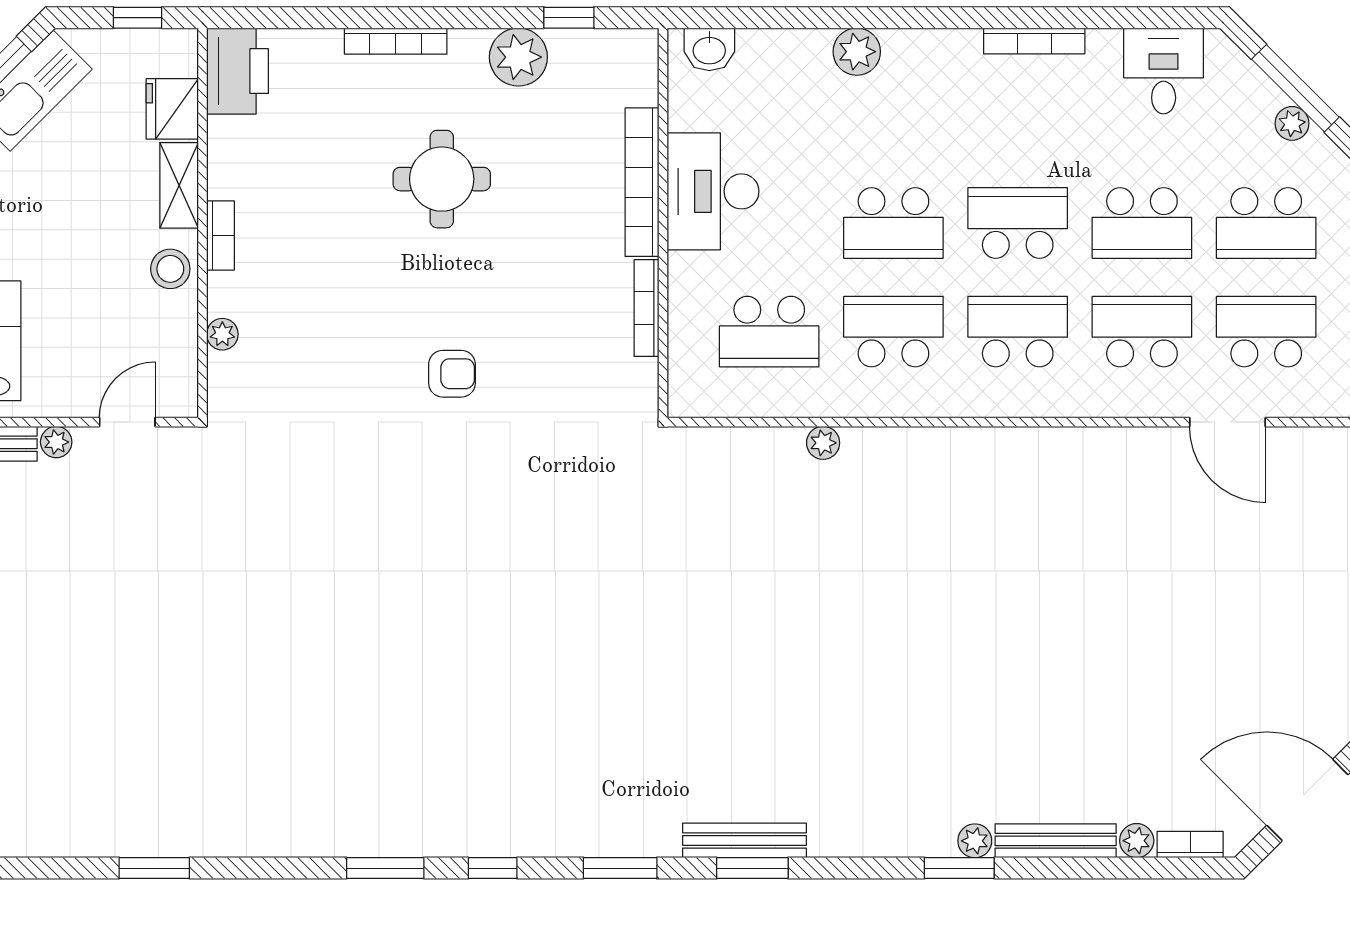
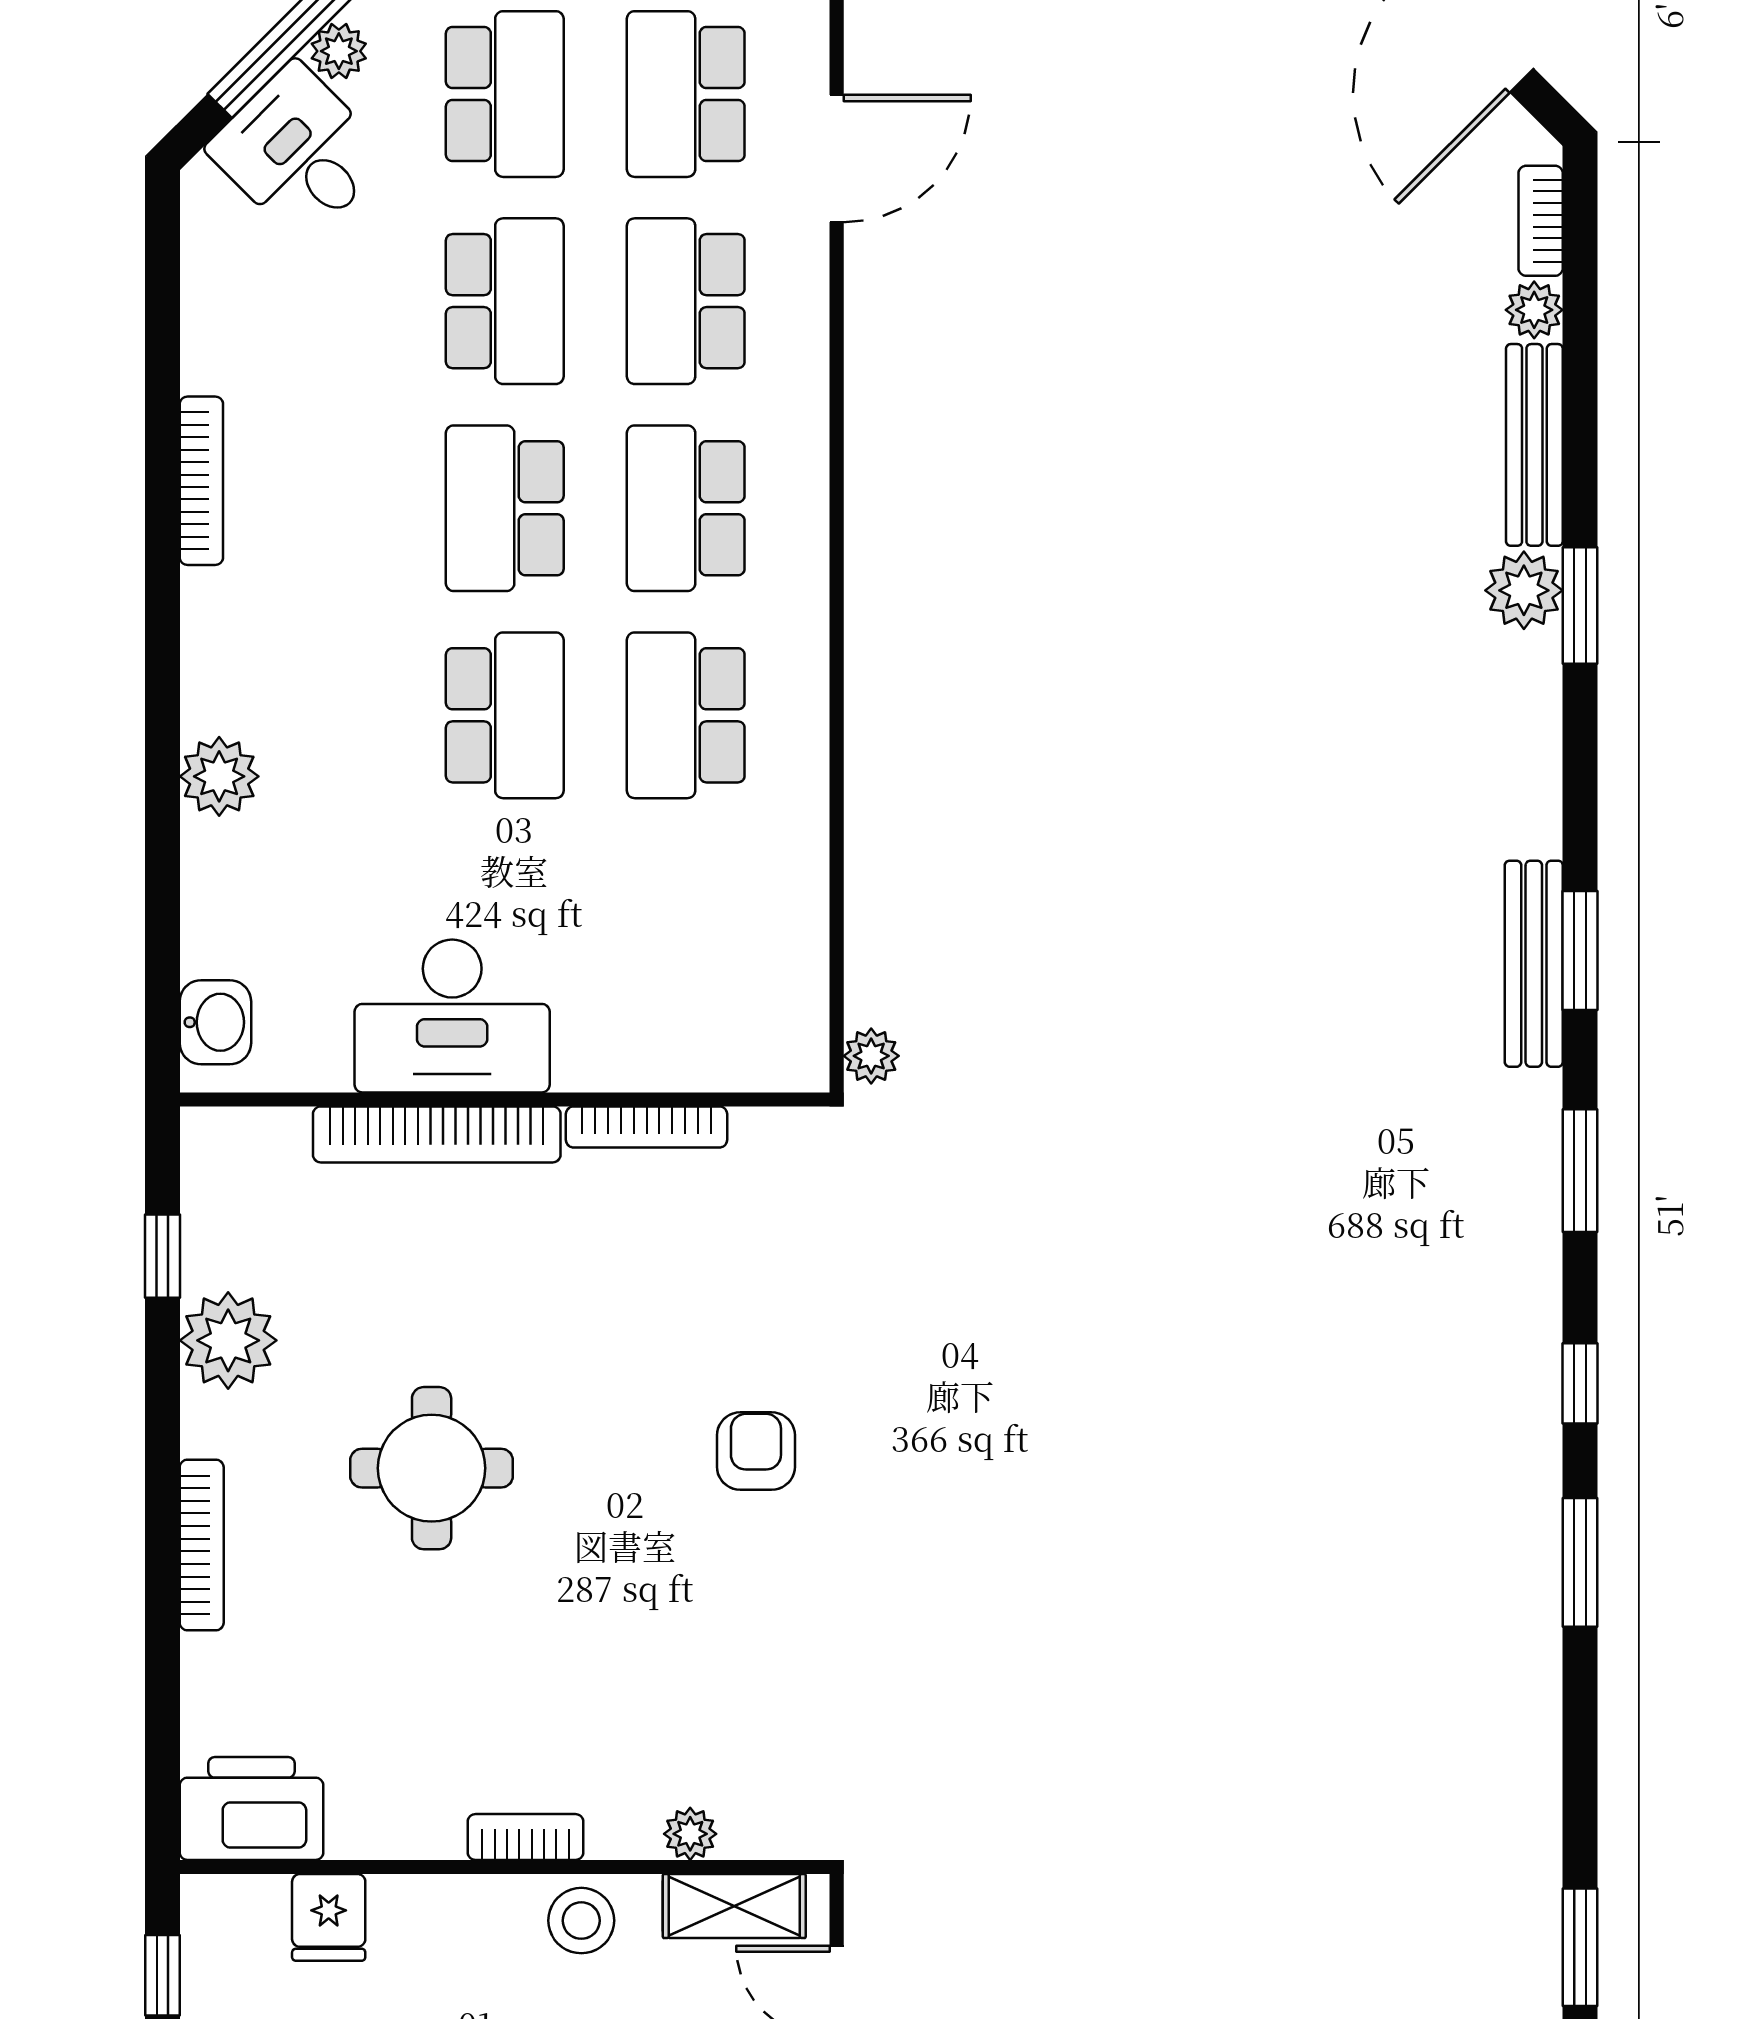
desk: (1164, 71) -> (299, 152), moved, turned 45
fridge: (172, 109) -> (329, 1917), width x0.72
shelving: (179, 185) -> (734, 1906), moved
school desk: (769, 332) -> (686, 922), removed
plant: (823, 443) -> (871, 1056), moved
plant: (975, 841) -> (1524, 590), width x1.38, depth x1.38

